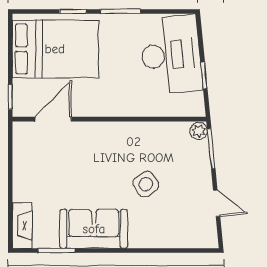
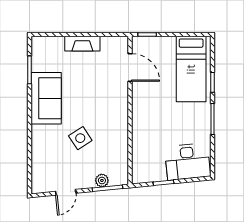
bed: (55, 49) -> (191, 69), width x0.67
desk: (171, 55) -> (188, 162), width x0.73, depth x0.77
plant: (199, 131) -> (102, 180), moved
fireplace: (22, 226) -> (82, 44), moved

